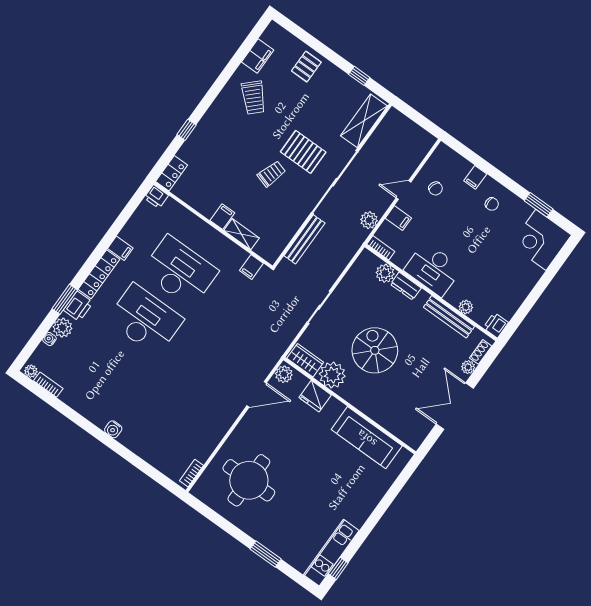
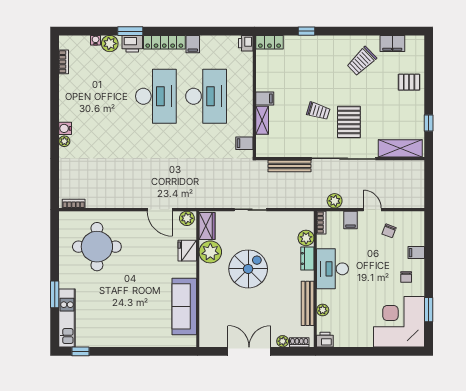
corner desk: (541, 240) -> (399, 322), width x1.36, depth x1.36
plant: (31, 371) -> (64, 141), moved
kitchen unit: (331, 553) -> (67, 318), moved, turned 90

